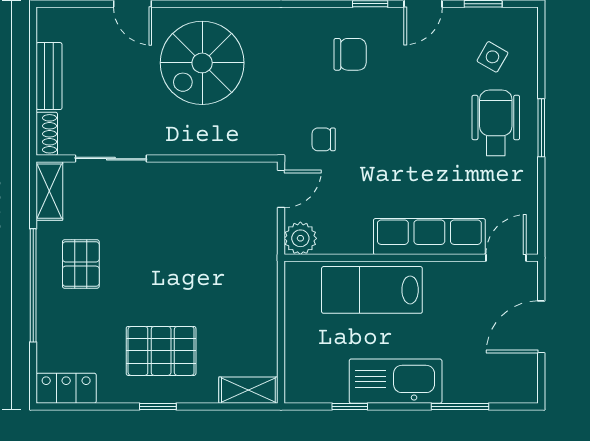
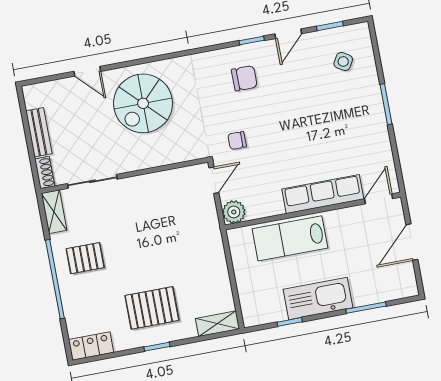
wheelchair: (496, 123) -> (354, 107), removed
pallet: (81, 264) -> (85, 258), turned 90

